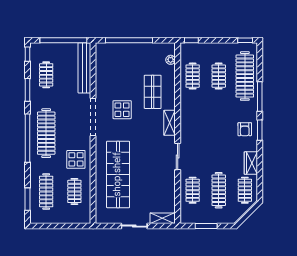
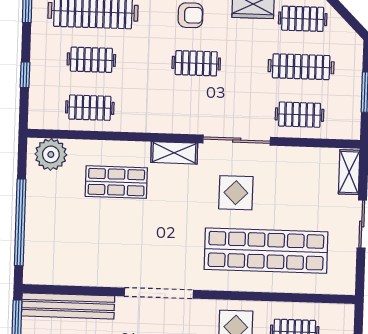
window: (191, 40) -> (25, 75), moved
plant: (171, 60) -> (51, 154), width x1.88, depth x1.88
display table: (122, 110) -> (236, 193), moved
clothes rail: (219, 133) -> (196, 63), added
sliding door: (178, 157) -> (237, 140), width x1.37

